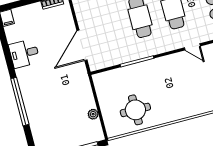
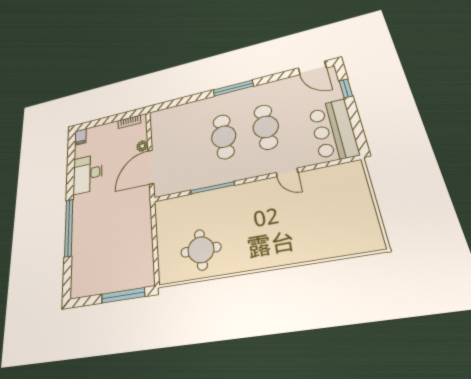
desk: (24, 53) -> (88, 174), width x1.37
plant: (93, 114) -> (142, 146), moved

